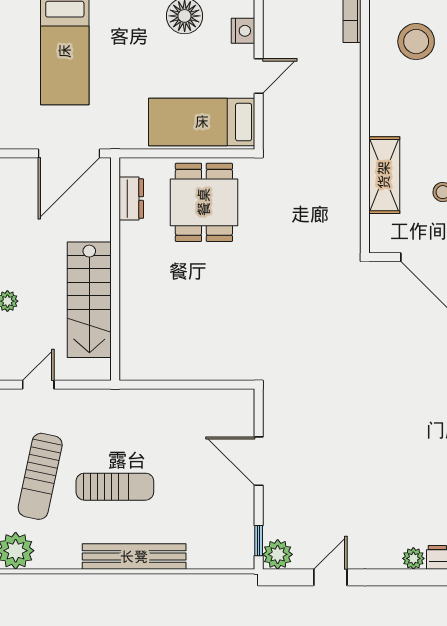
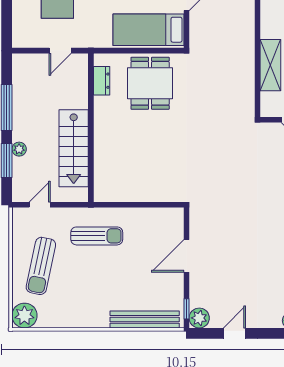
door: (69, 153) -> (60, 51), width x0.53
door: (259, 461) -> (187, 256), hinge flipped
sun lounger: (115, 487) -> (97, 236), moved
bench: (134, 557) -> (145, 319), moved

